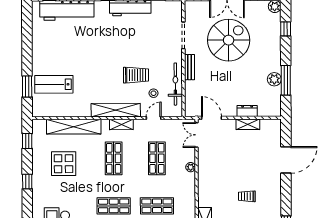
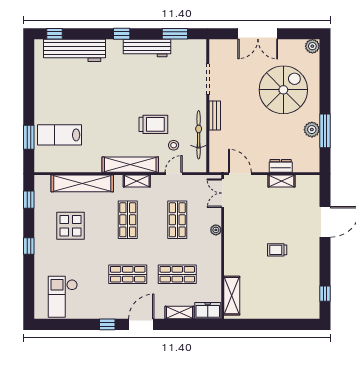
window: (286, 29) -> (325, 72), removed
spiral stairs: (229, 40) -> (283, 90), moved
trolley: (247, 196) -> (277, 250), moved

